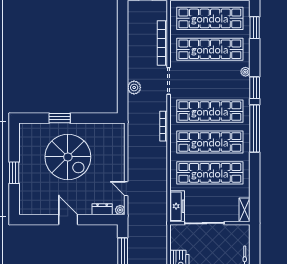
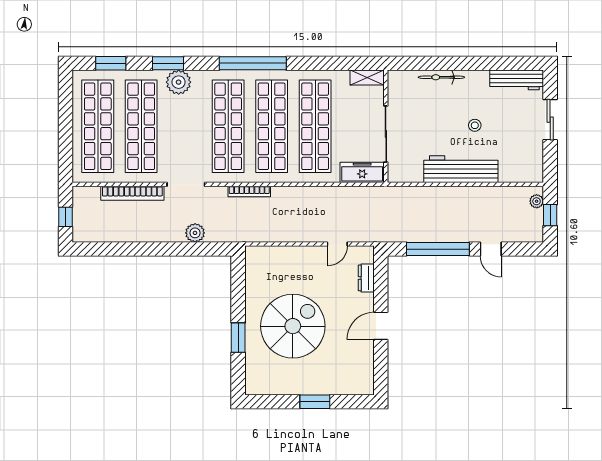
plant: (245, 72) -> (179, 82), width x1.88, depth x1.88
window: (255, 88) -> (168, 63), moved
plant: (120, 210) -> (367, 253), removed

